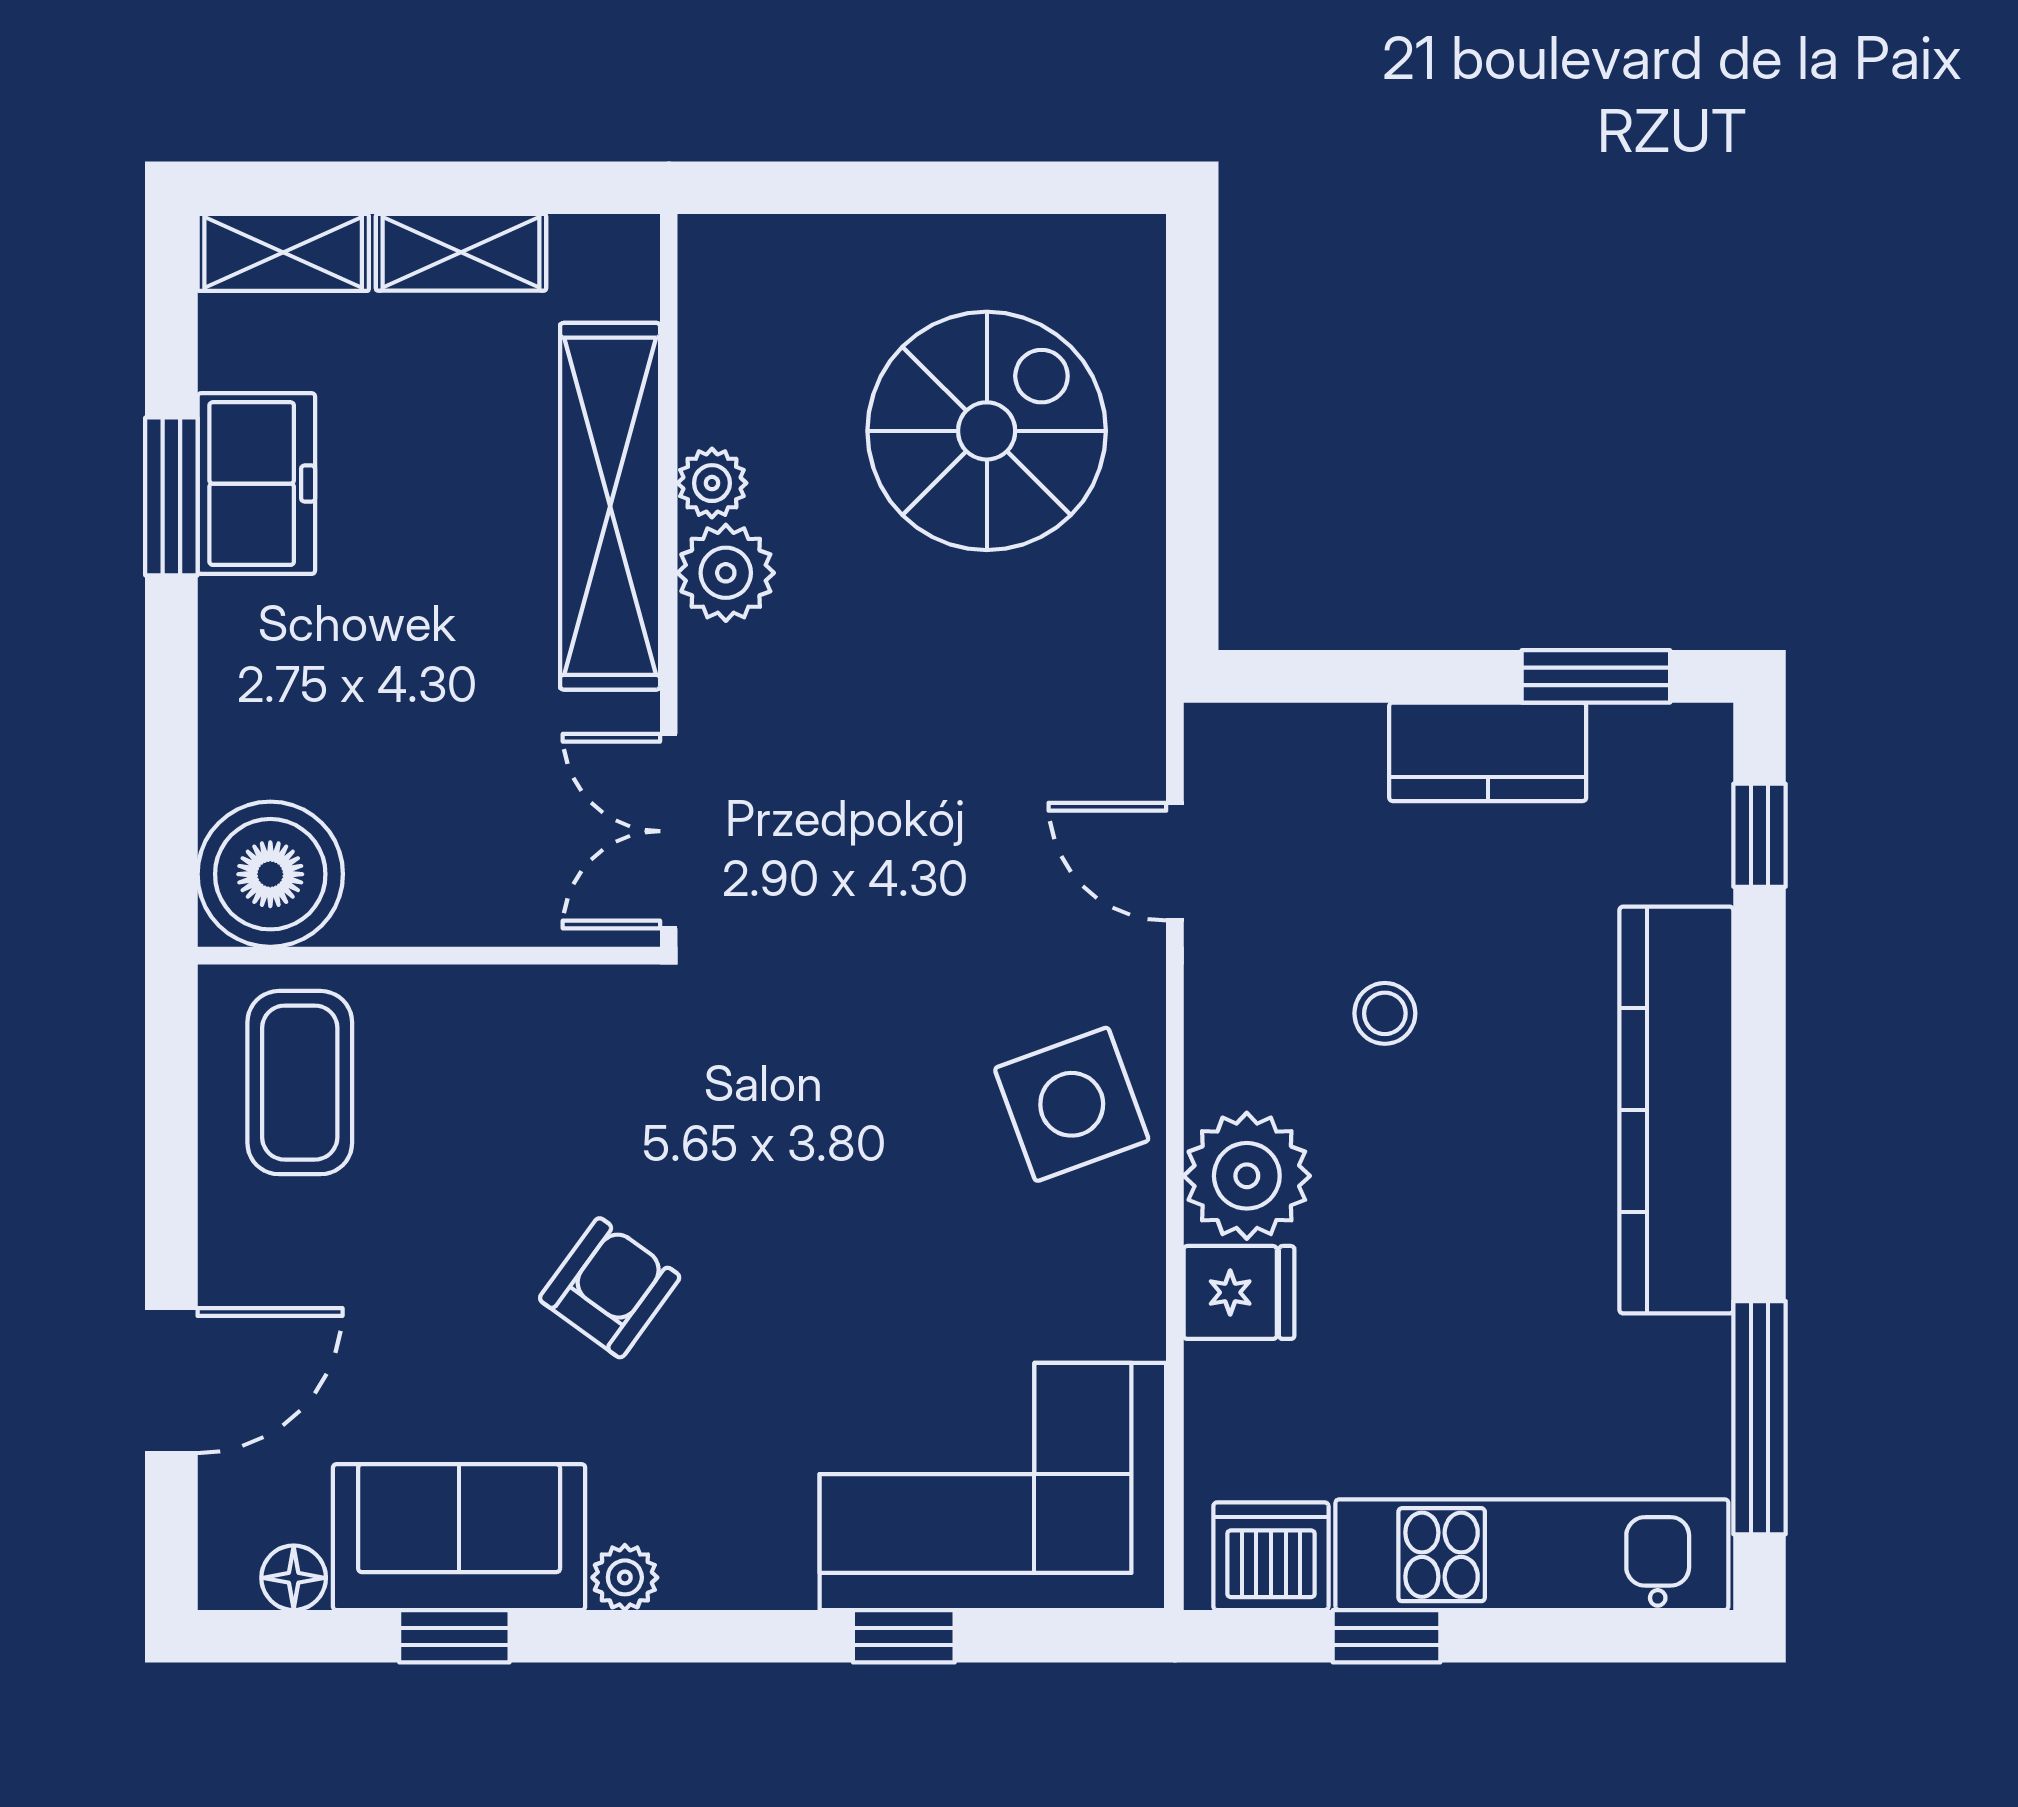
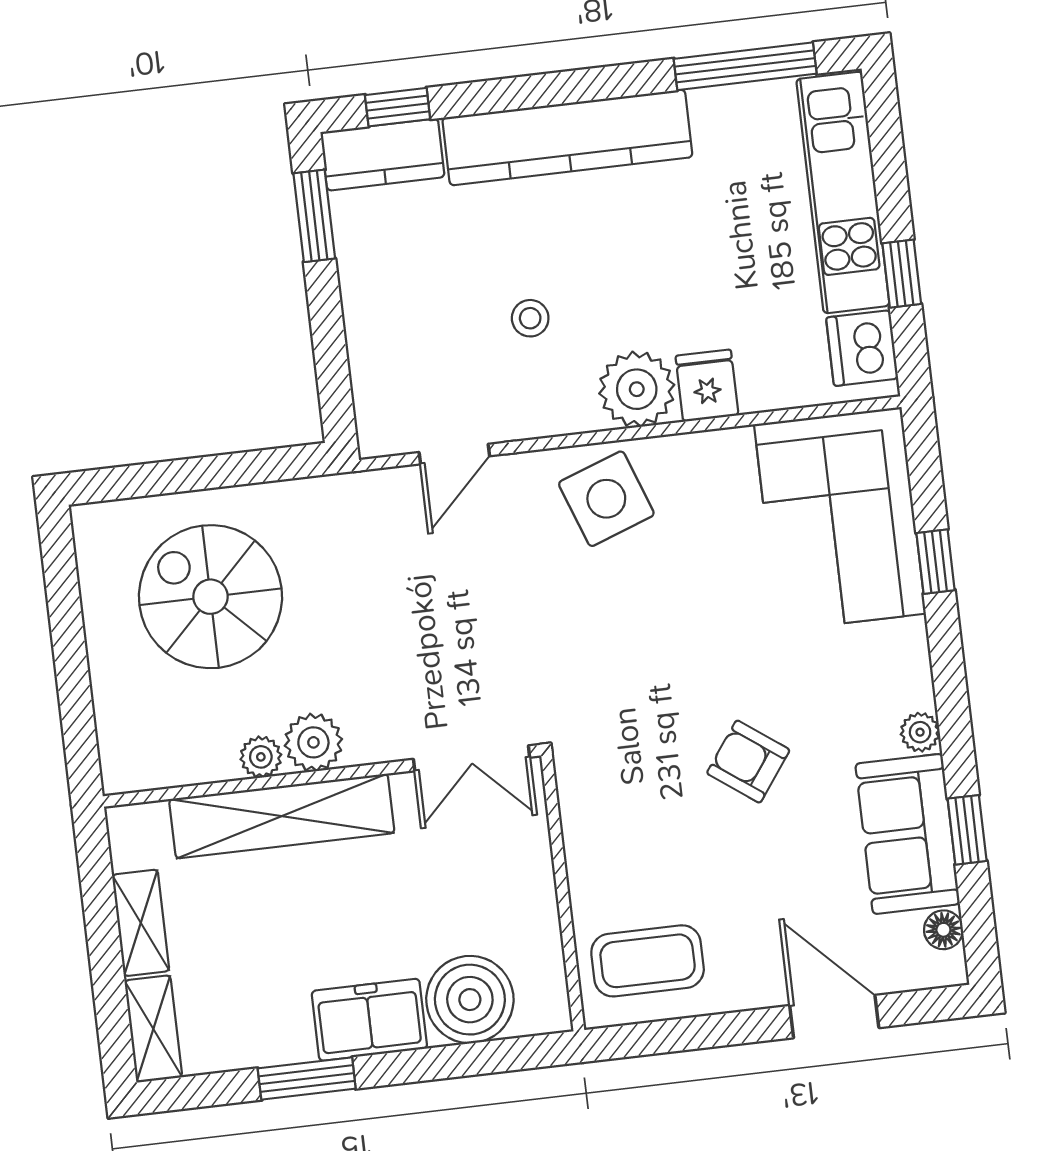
freezer: (256, 484) -> (369, 1020), moved
kitchen counter: (1488, 752) -> (383, 155), moved, turned 90
boiler: (270, 874) -> (470, 1000), moved

